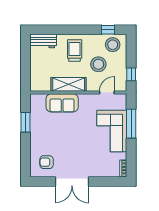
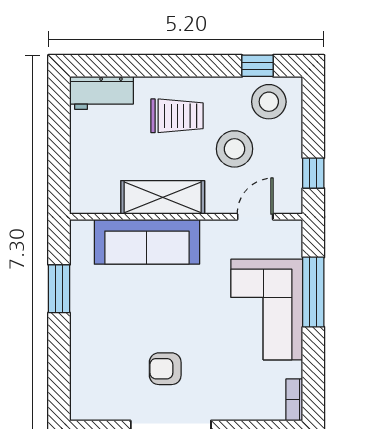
trolley: (75, 51) -> (177, 116), turned 90
sofa: (62, 103) -> (147, 242), width x1.36
armchair: (47, 162) -> (165, 369), moved

